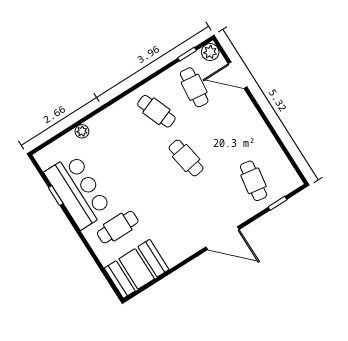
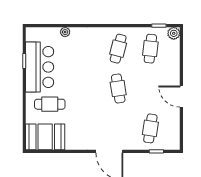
door: (237, 75) -> (181, 97), moved
cafe table: (156, 111) -> (118, 49), turned 36

